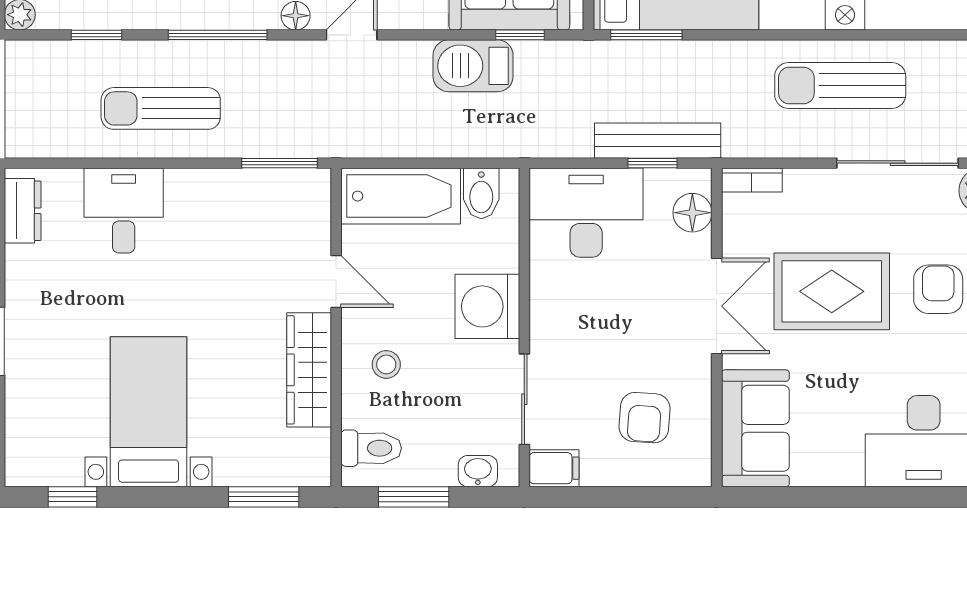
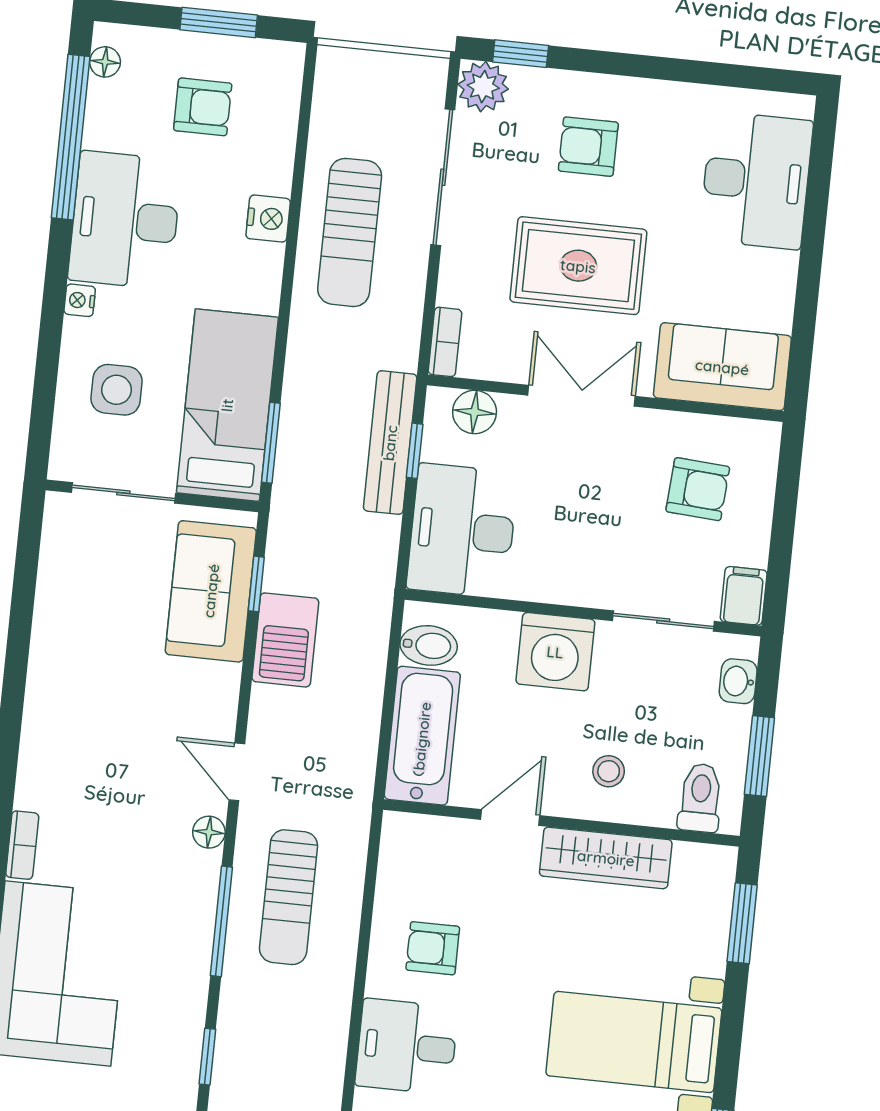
sun lounger: (161, 108) -> (289, 897), moved
window: (280, 163) -> (372, 867), removed
armchair: (213, 225) -> (433, 948), added
rug: (832, 291) -> (578, 266), turned 90

